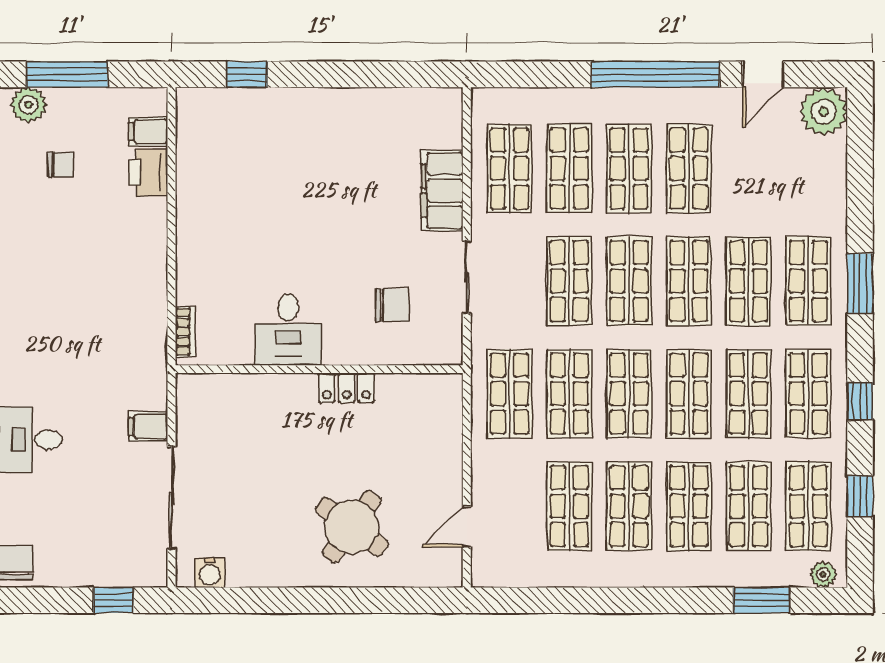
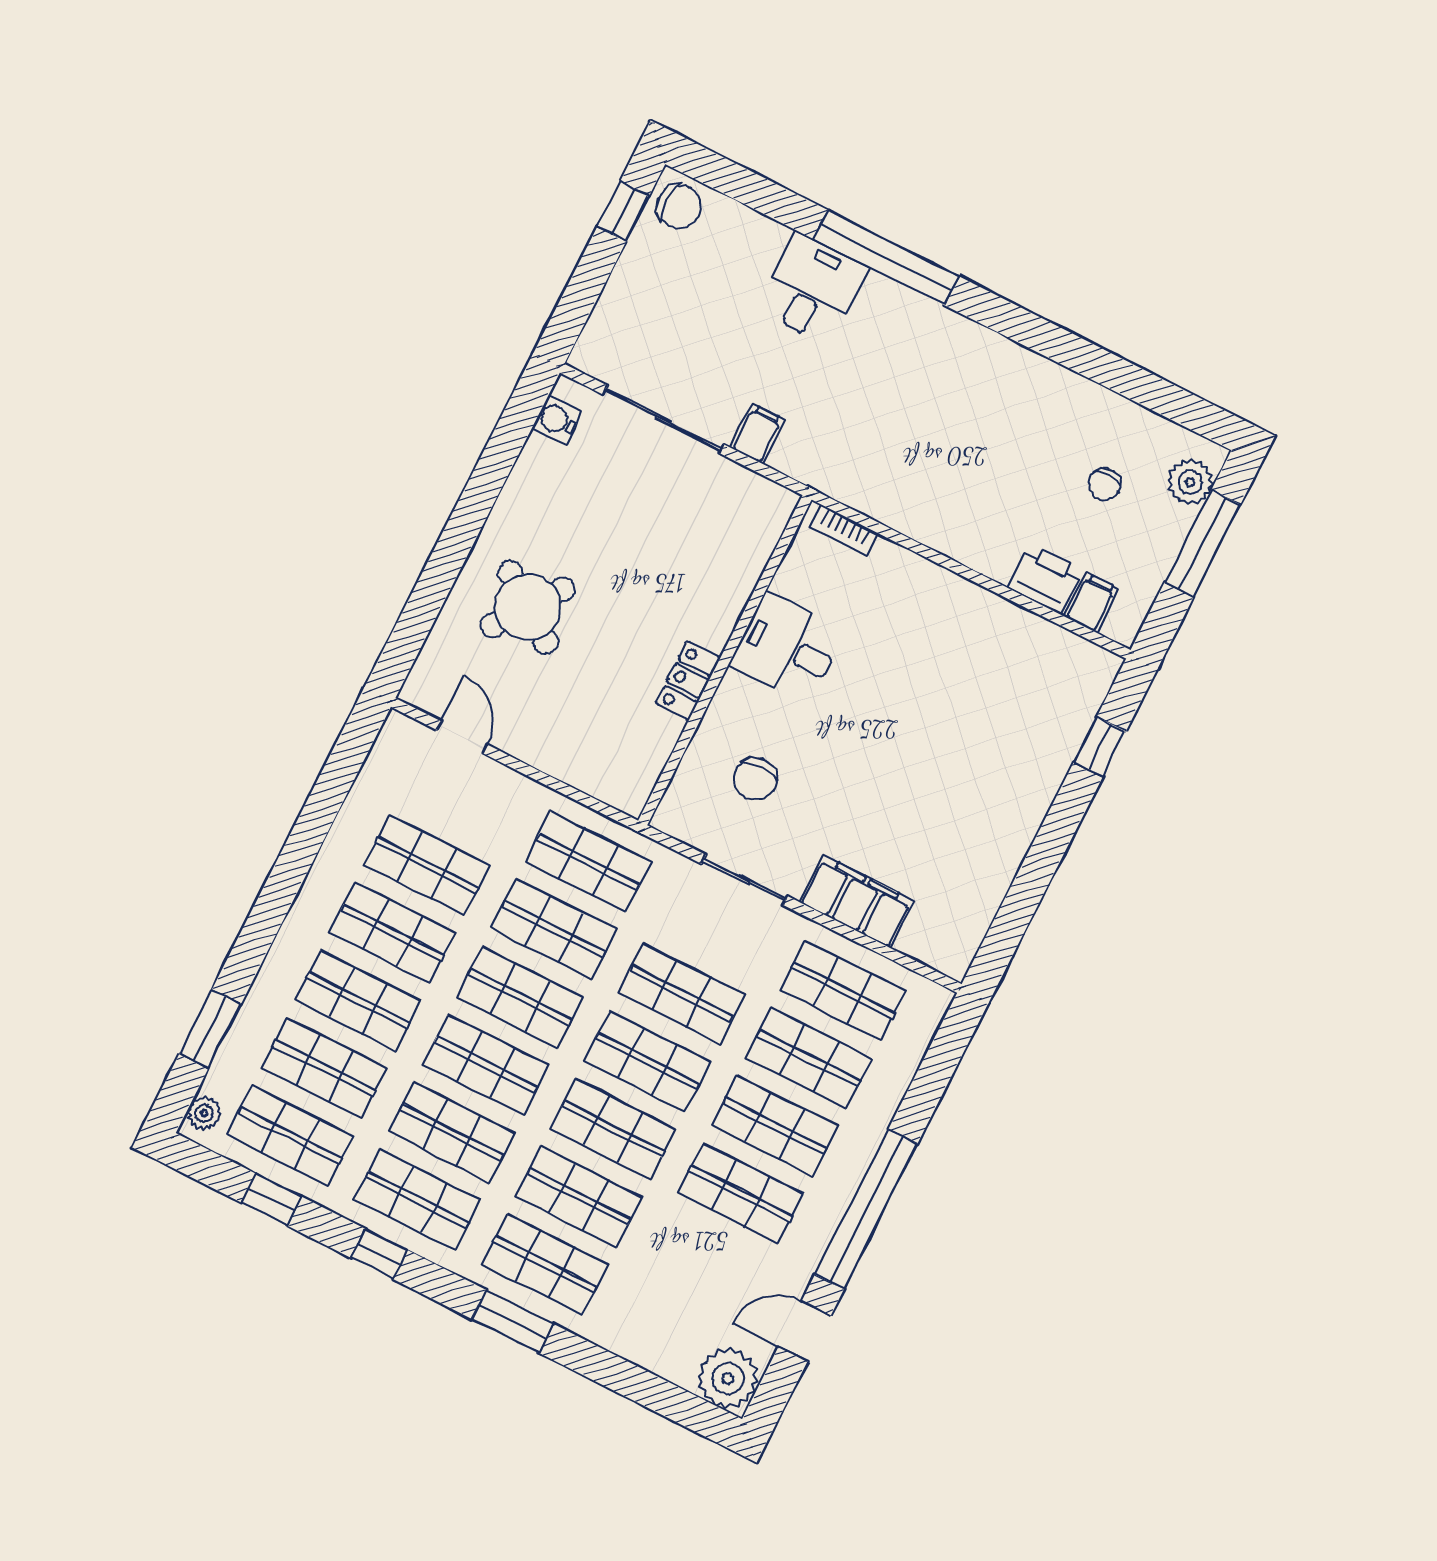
door: (763, 74) -> (805, 1331), hinge flipped
window: (113, 600) -> (623, 211), moved

